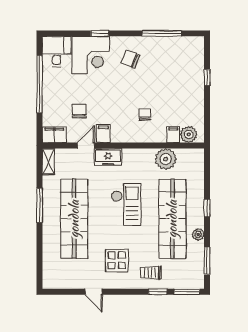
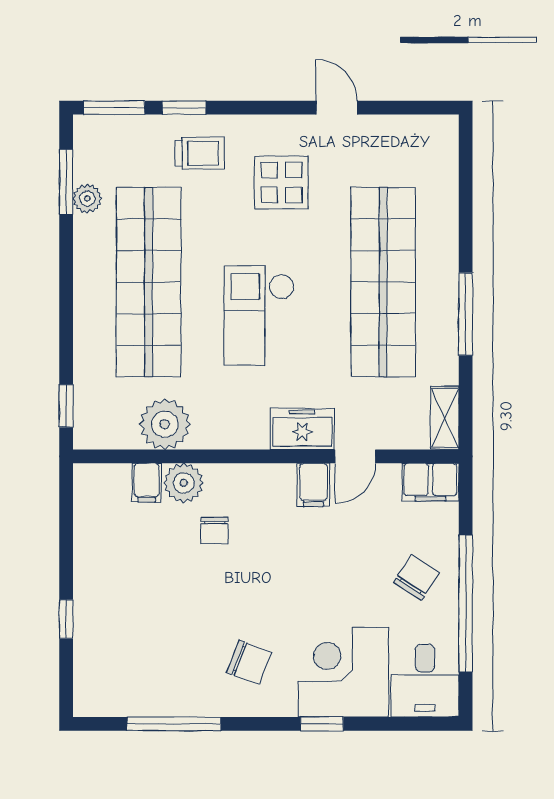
chair: (79, 111) -> (416, 578), moved, turned -147
plant: (189, 134) -> (184, 483), moved
window: (207, 208) -> (66, 406), moved
plant: (198, 234) -> (87, 199), moved

